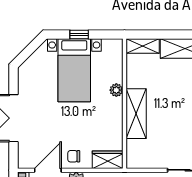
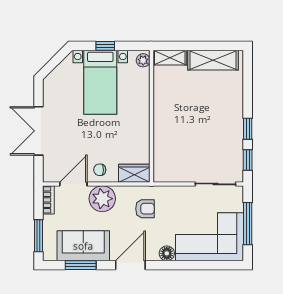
plant: (116, 90) -> (143, 60), moved
shelving: (136, 114) -> (163, 126), removed

